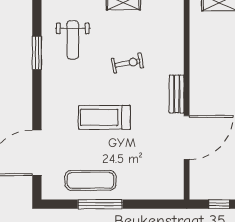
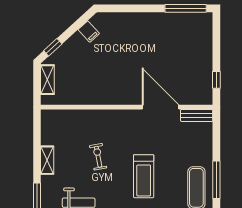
bench: (177, 94) -> (197, 115), moved

